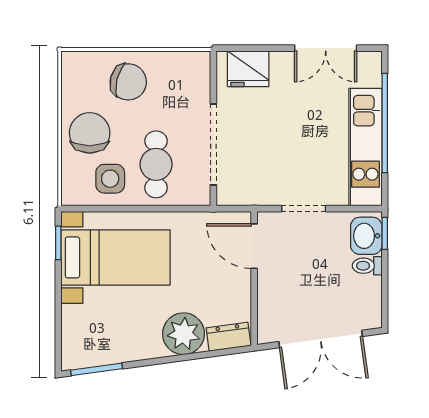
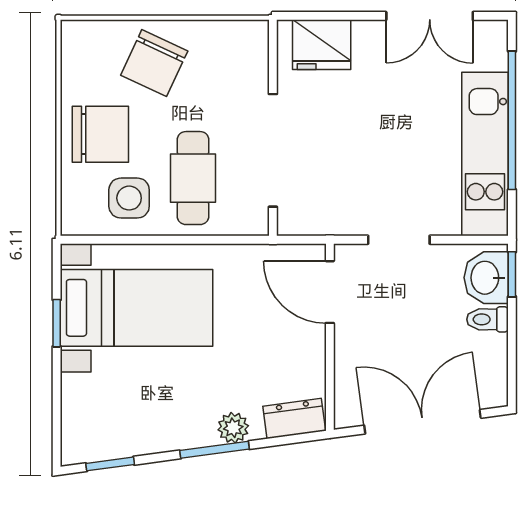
chair: (128, 82) -> (154, 63), turned 101
chair: (90, 133) -> (100, 134), turned 90
window: (58, 243) -> (57, 323), moved
plant: (184, 334) -> (233, 428), width x0.53, depth x0.53
double door: (321, 339) -> (423, 422), swing flipped
window: (171, 359) -> (215, 450), added
window: (97, 369) -> (110, 464), width x0.67

